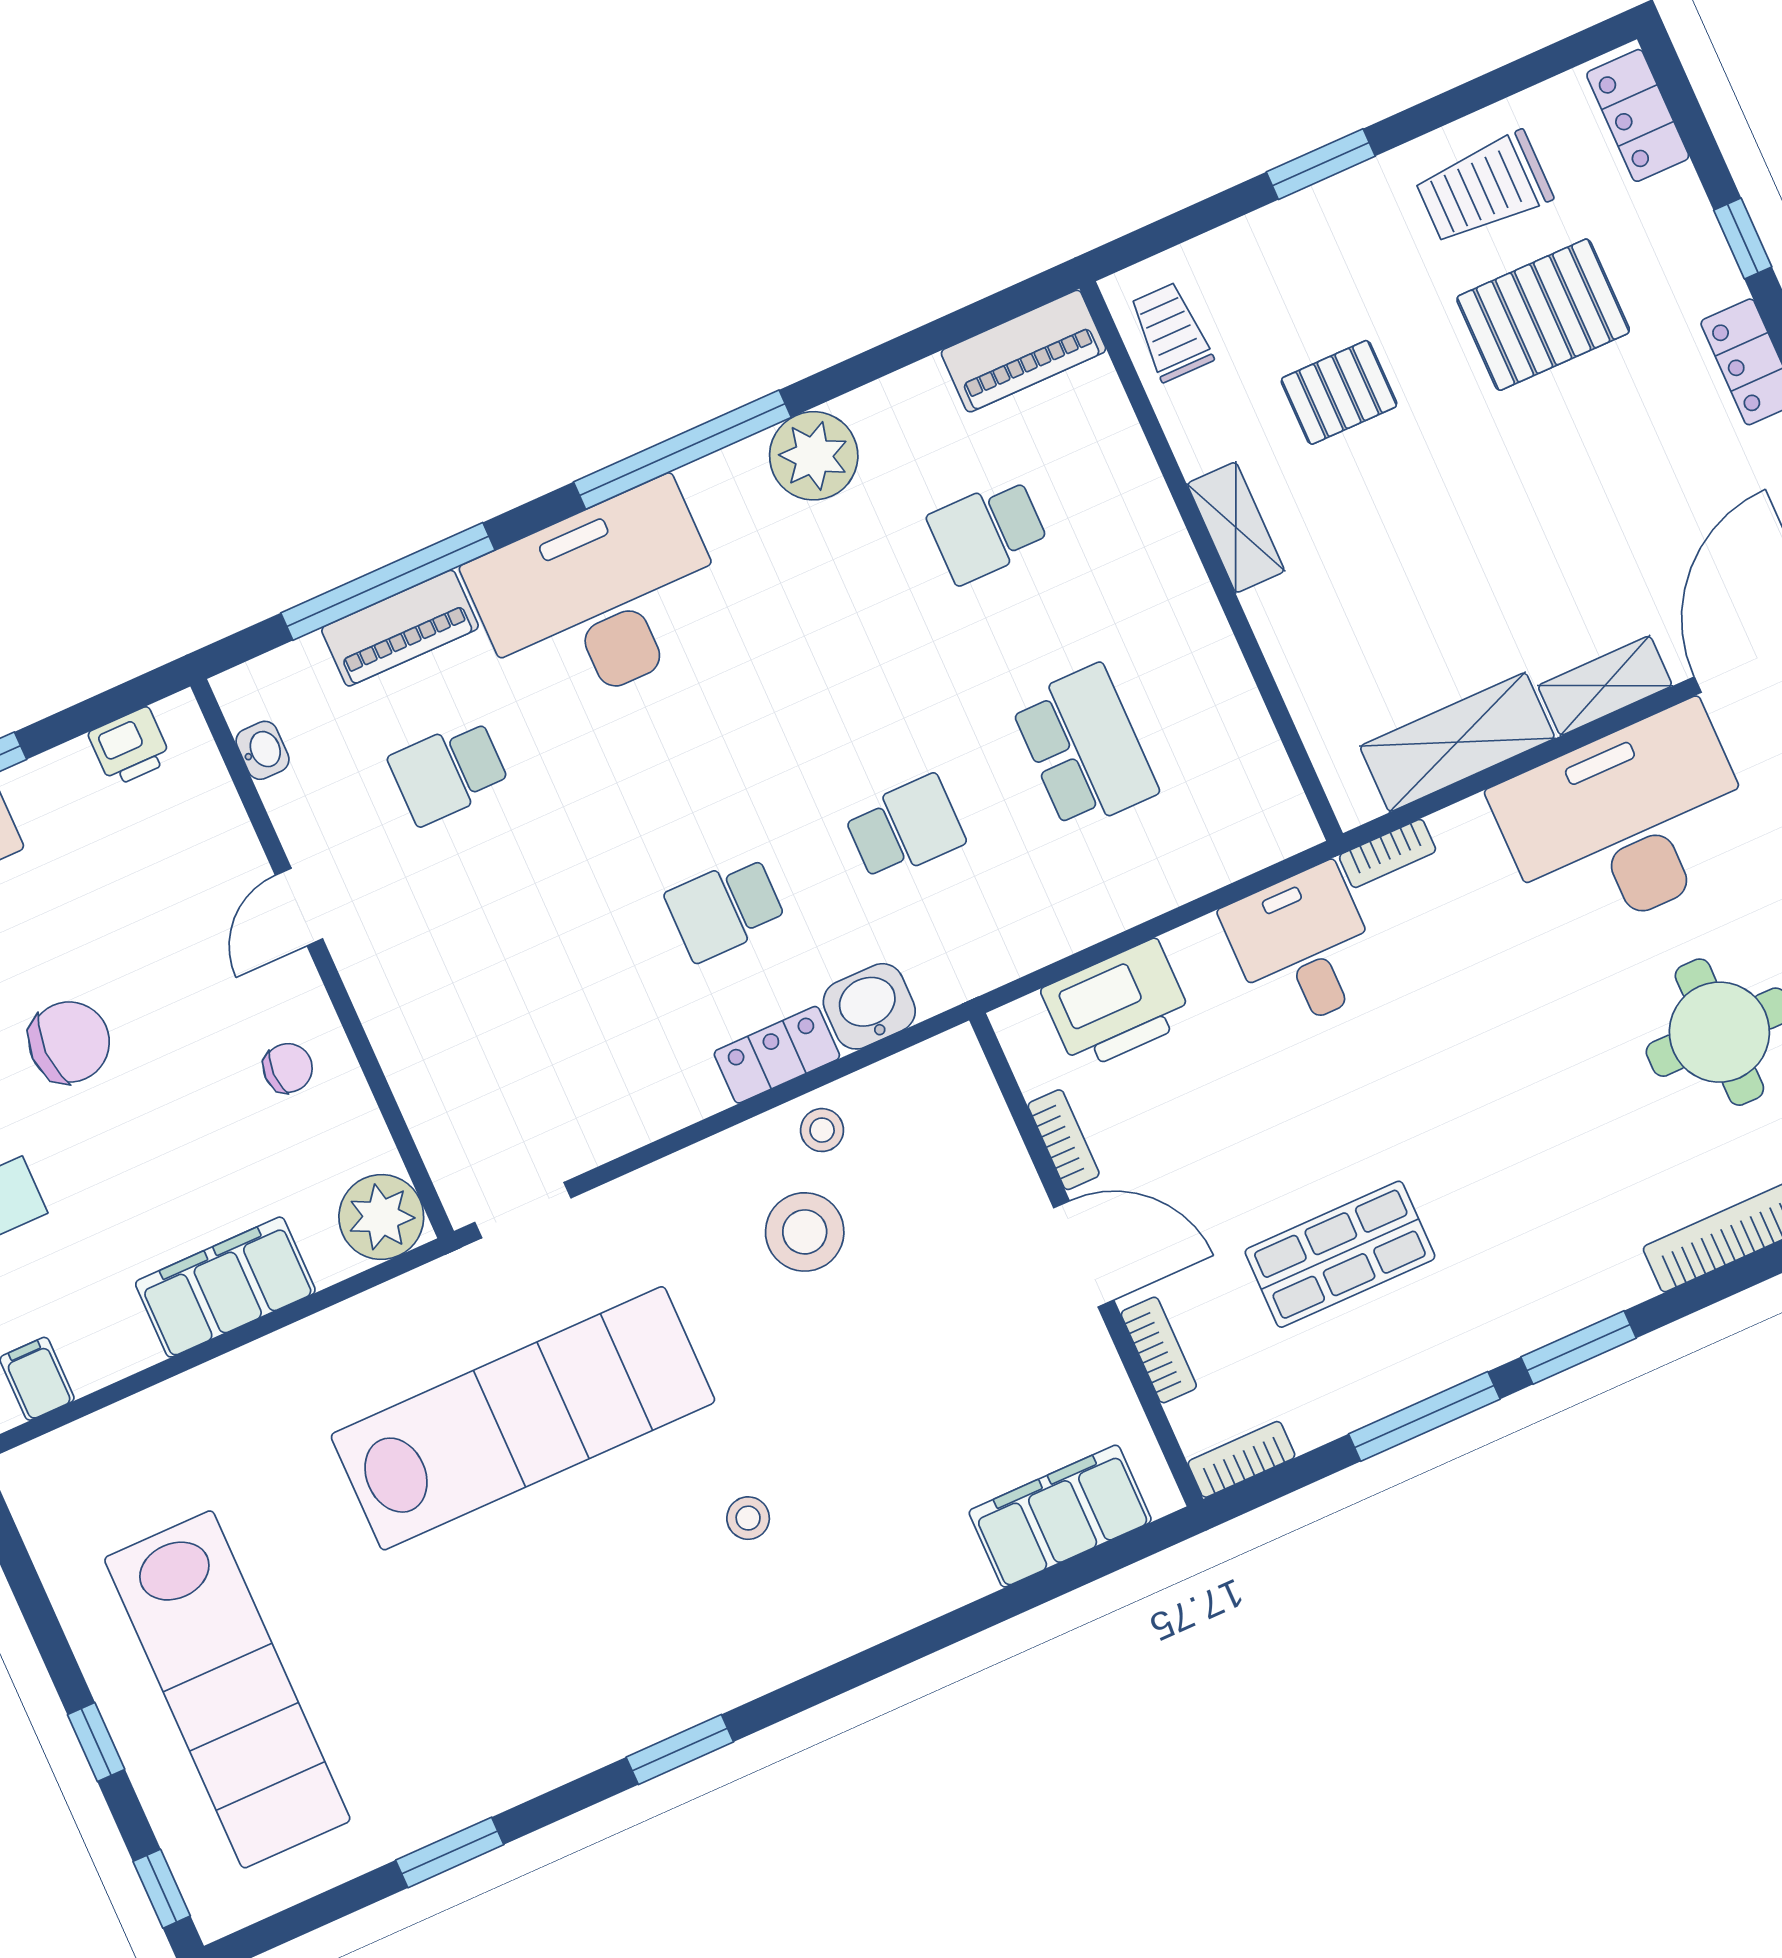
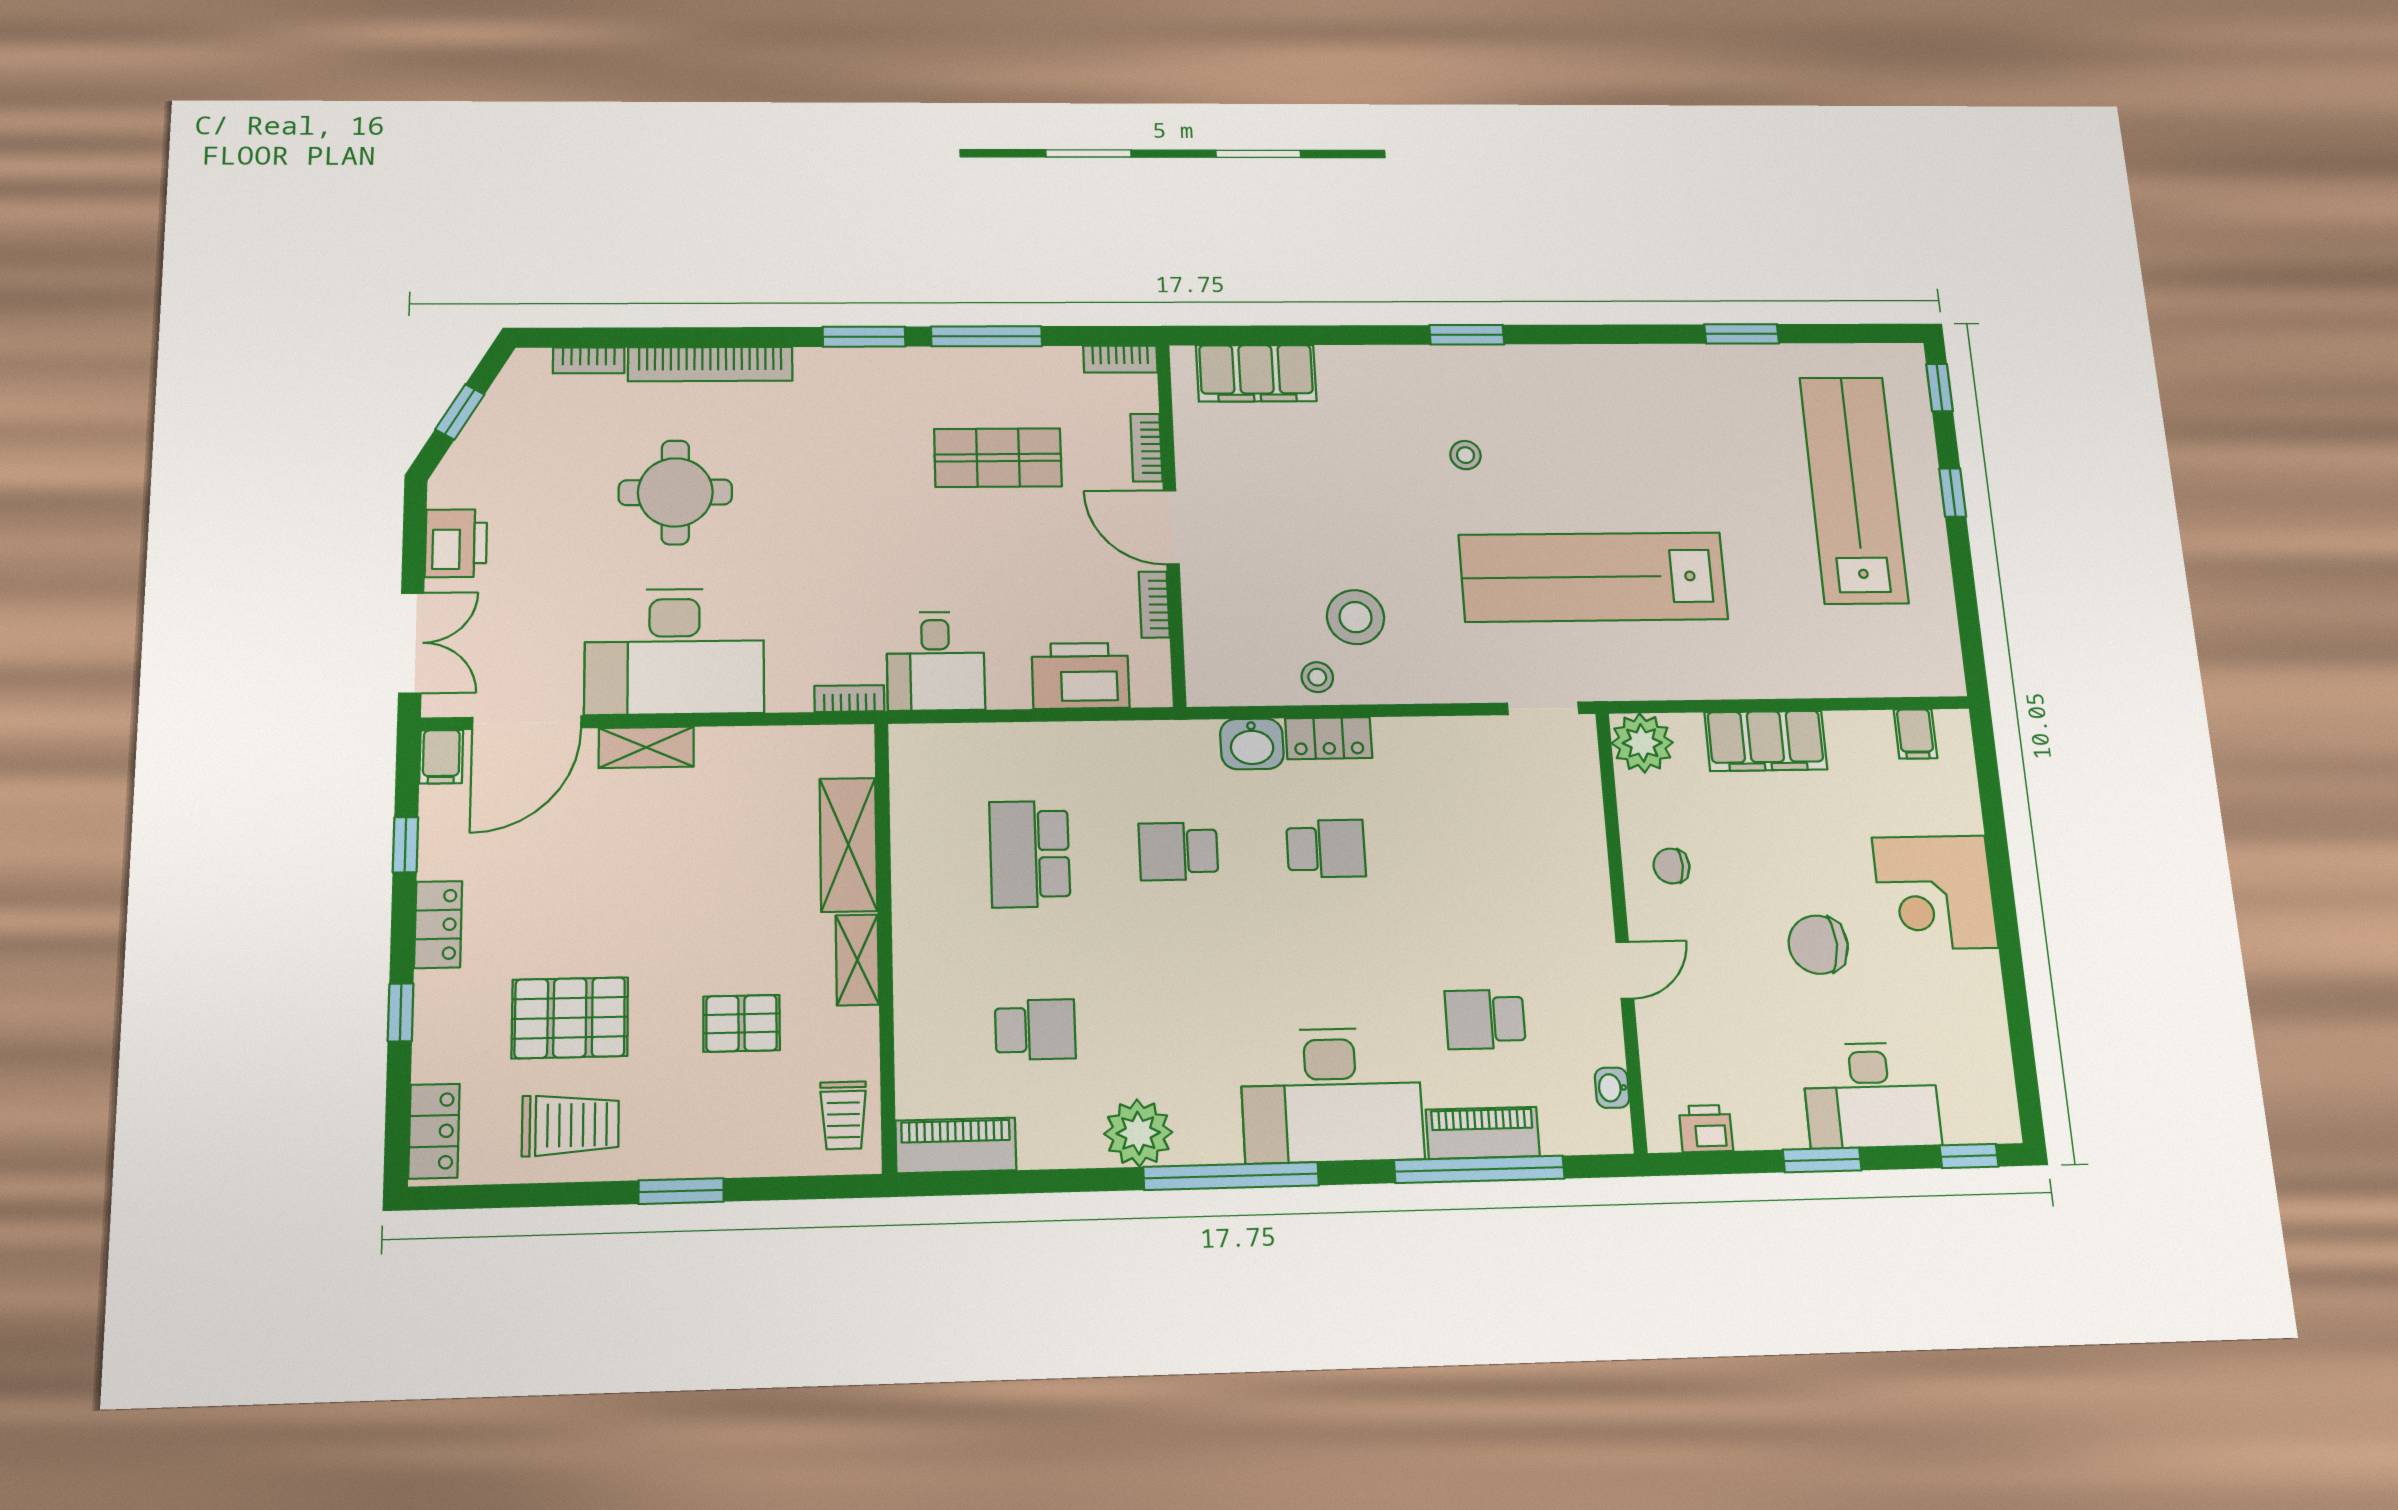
shelving: (1457, 742) -> (848, 845), moved, turned 90
school desk: (449, 772) -> (1485, 1019), turned 180
window: (680, 1749) -> (1467, 335), moved

